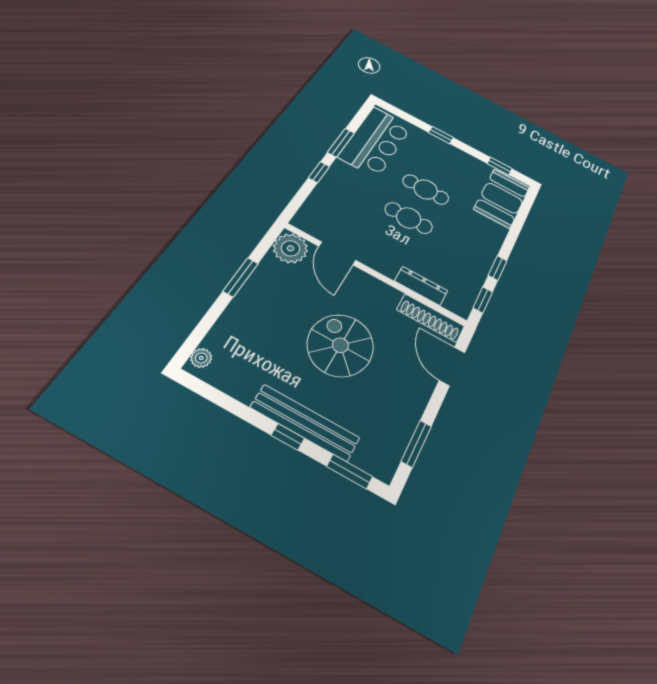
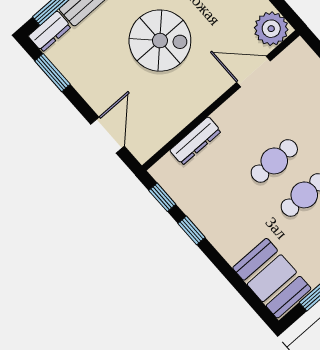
shoe rack: (431, 318) -> (160, 136), removed
door: (452, 366) -> (108, 135), hinge flipped
dresser: (375, 463) -> (50, 31), added

